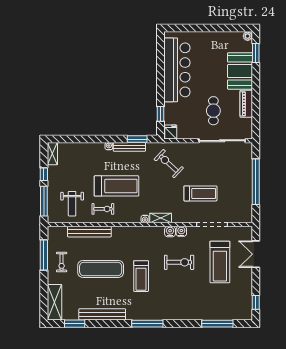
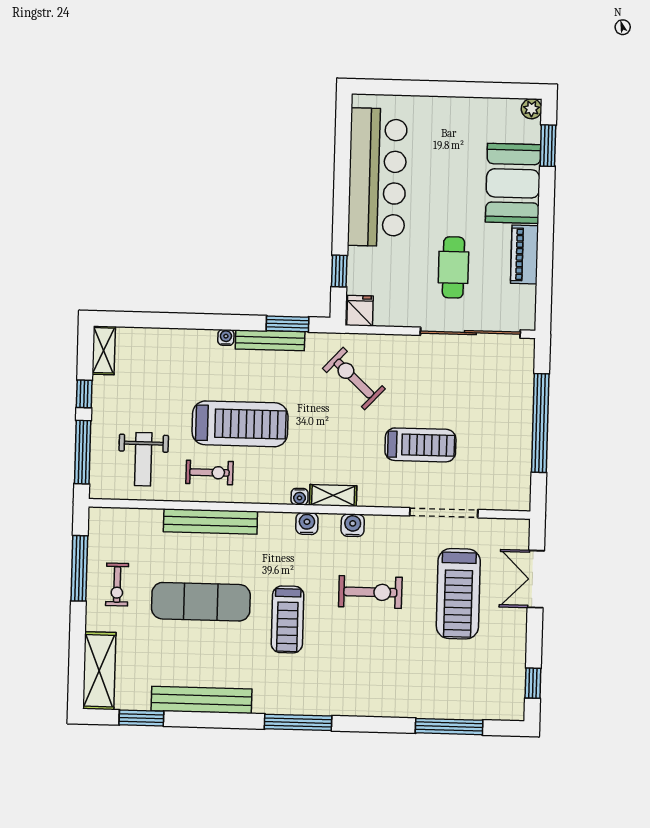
water cooler: (181, 231) -> (307, 523), moved
bench: (89, 232) -> (210, 521), moved

